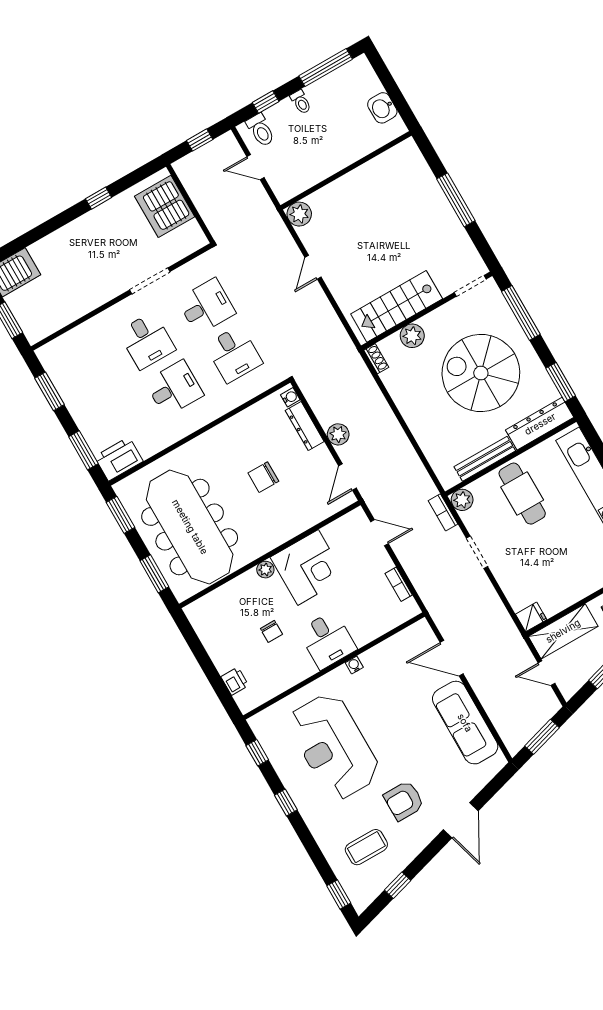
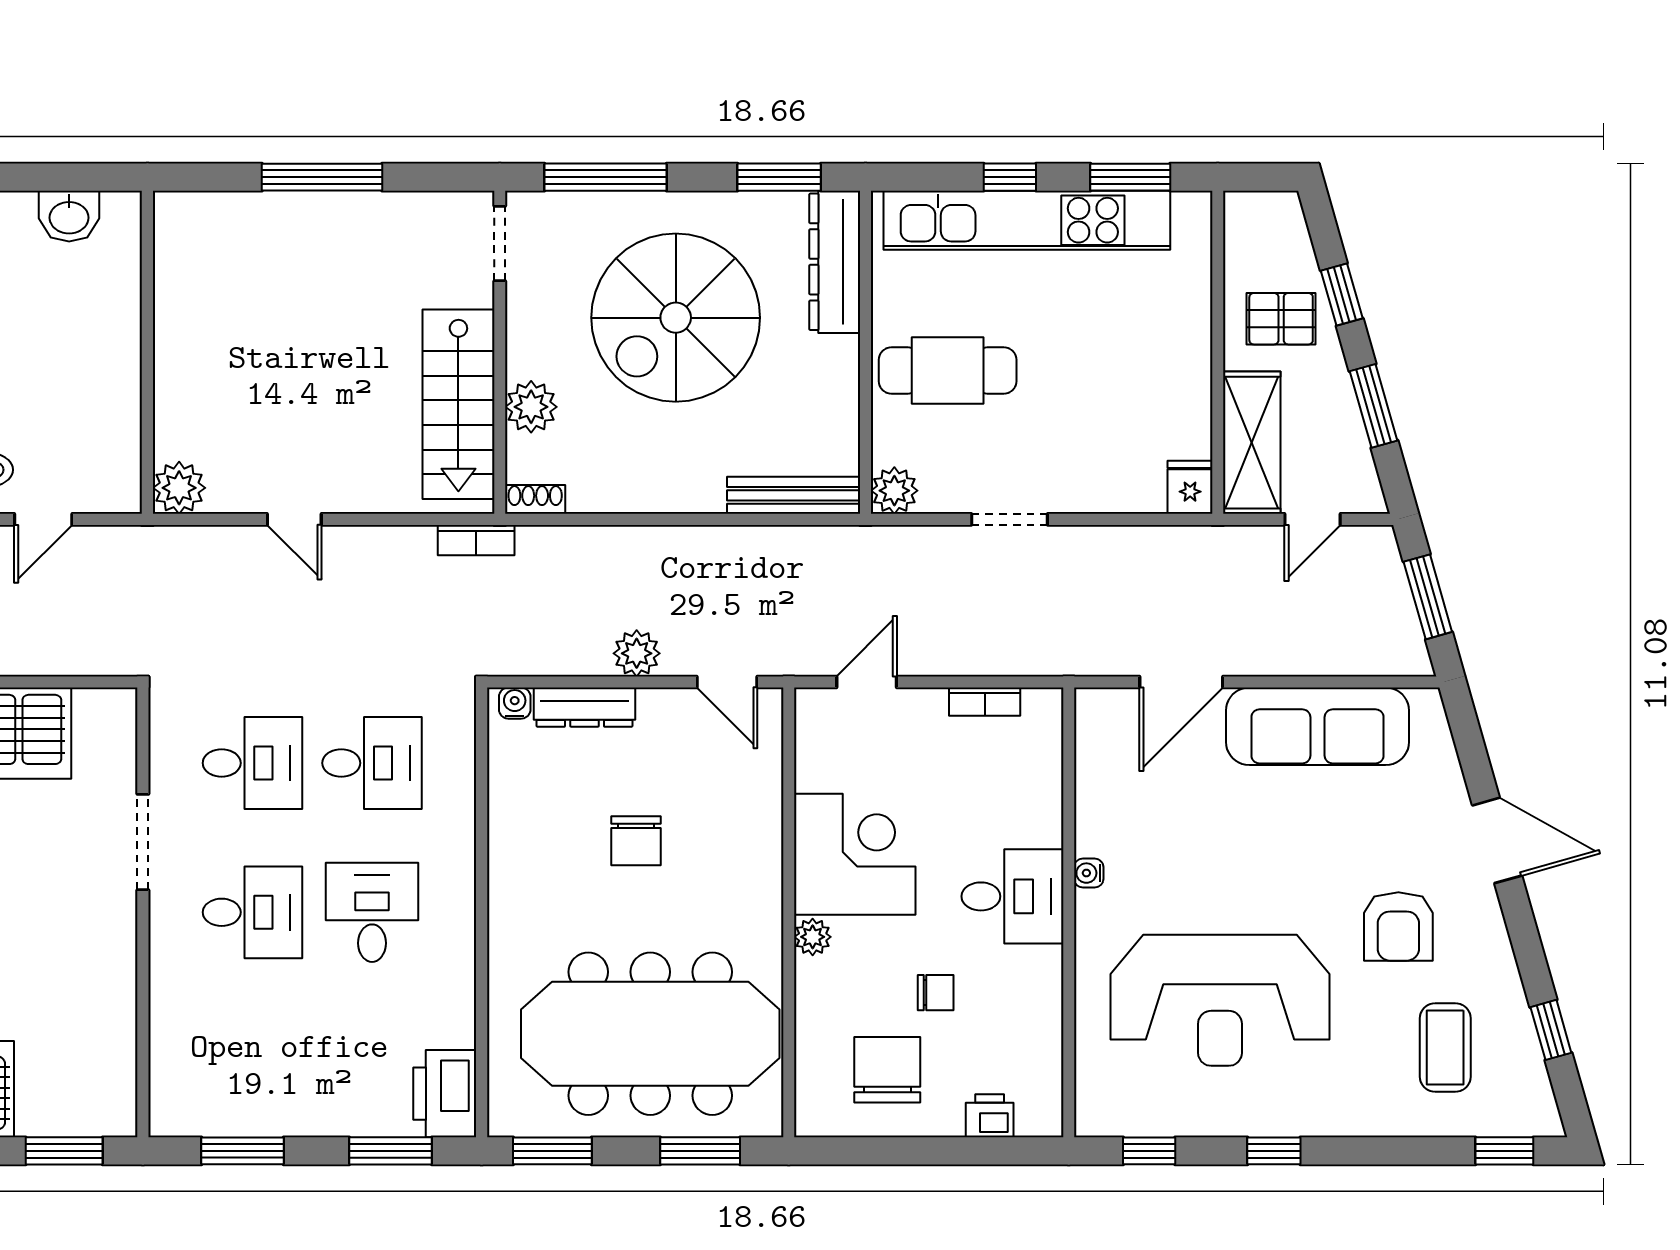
desk: (206, 306) -> (252, 763), turned 90
bench: (485, 459) -> (794, 495), moved, turned 90
bookcase: (443, 512) -> (476, 540), moved
chair: (230, 630) -> (887, 1070), added

